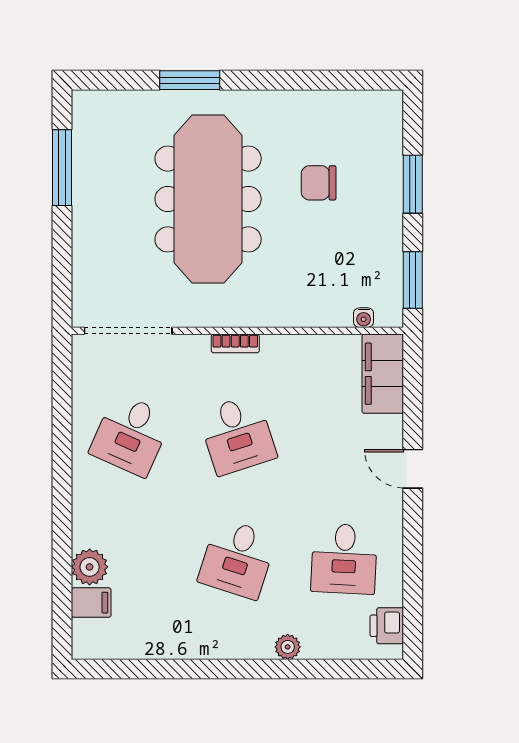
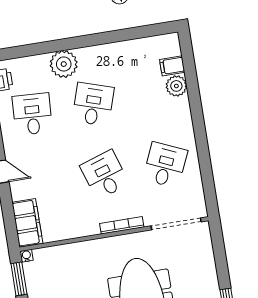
water cooler: (364, 318) -> (27, 256), moved
bookcase: (235, 343) -> (122, 225), width x1.56
plant: (288, 647) -> (64, 64), width x1.88, depth x1.88

